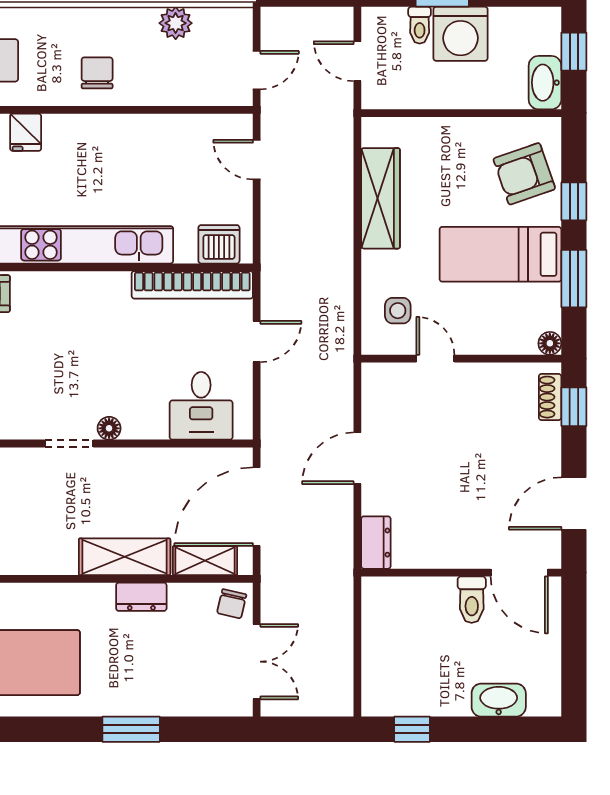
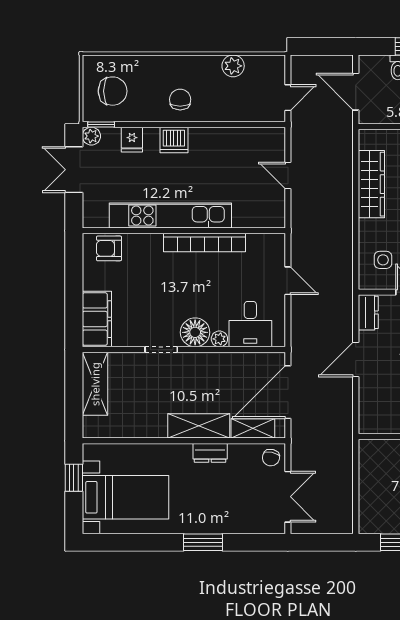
door: (357, 61) -> (356, 92), width x1.38
door: (257, 160) -> (288, 176), moved
dishwasher: (219, 244) -> (174, 140), moved, turned 180
bookcase: (192, 285) -> (204, 242), moved
door: (257, 342) -> (288, 281), hinge flipped
floor lamp: (109, 428) -> (195, 332), width x1.89, depth x1.89
plant: (155, 428) -> (219, 339), added
dresser: (376, 543) -> (368, 312), moved

